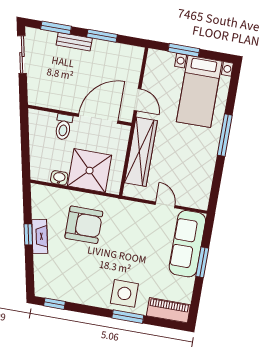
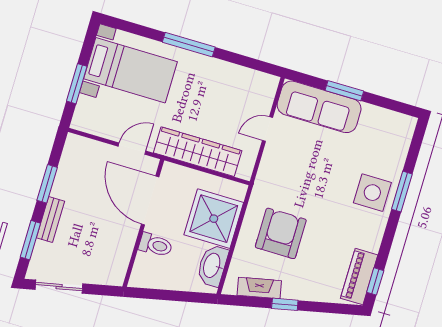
washbasin: (59, 178) -> (212, 266), width x1.91, depth x1.45
fireplace: (40, 236) -> (259, 288), moved
piano: (168, 310) -> (359, 277), moved

